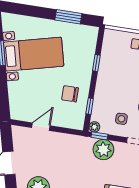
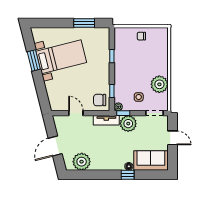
chair: (70, 94) -> (100, 100), moved
door: (41, 127) -> (76, 113), hinge flipped
tv unit: (77, 141) -> (106, 120), added

